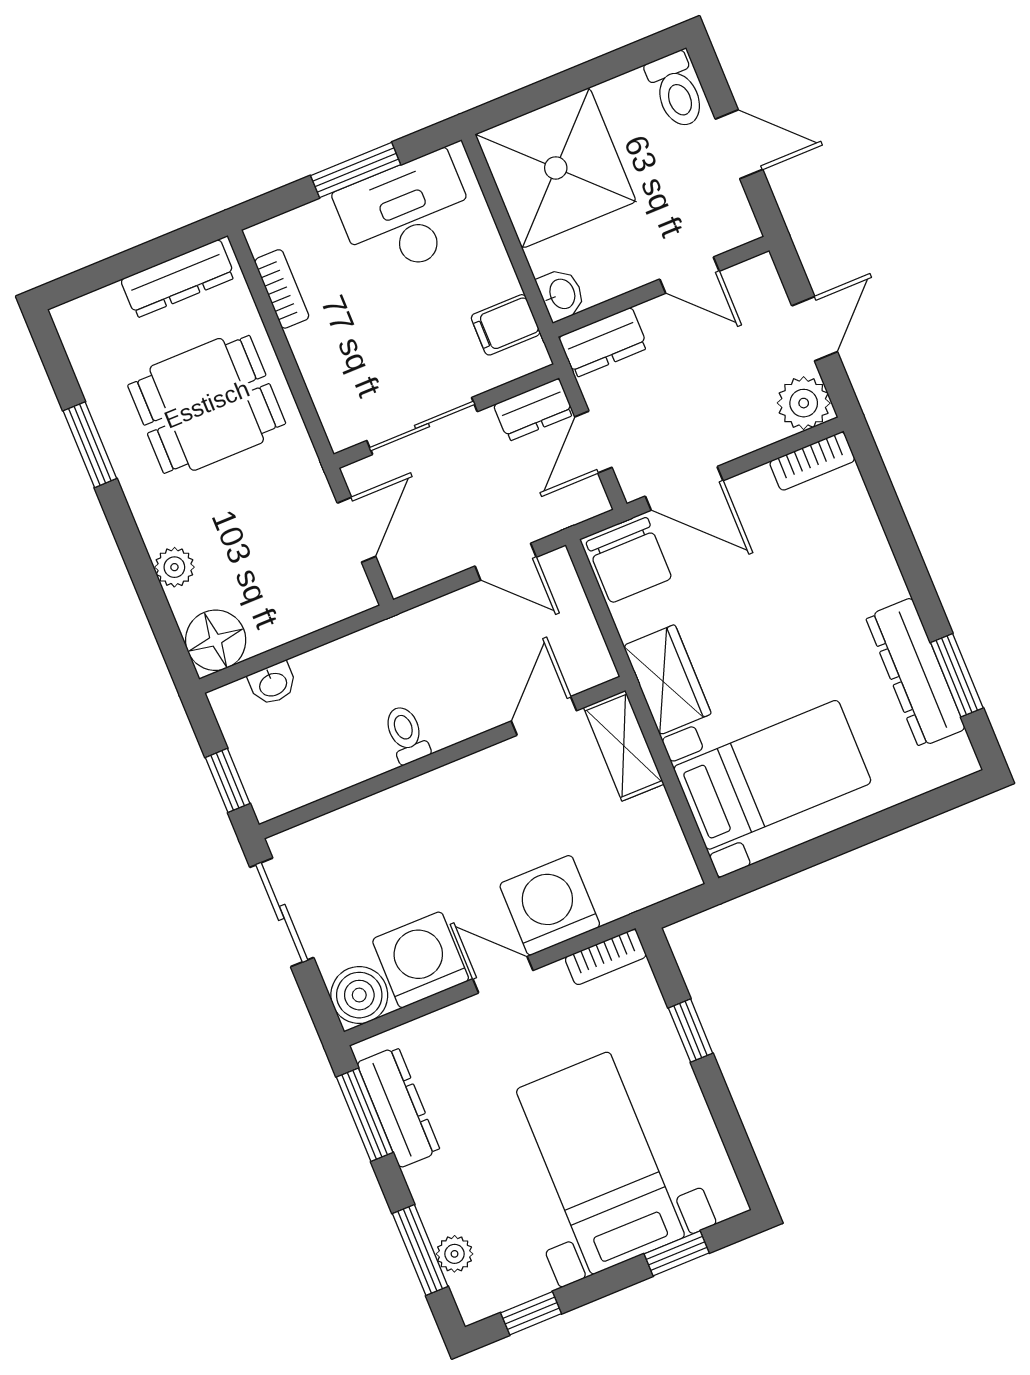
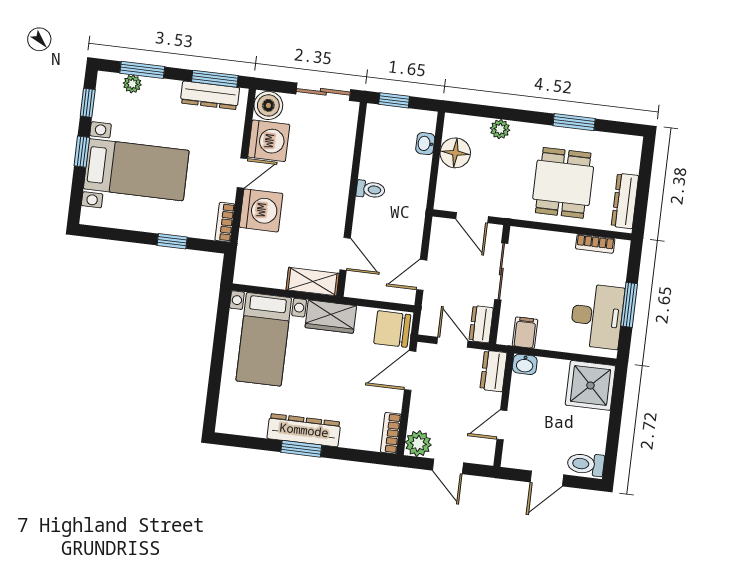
shower: (556, 168) -> (590, 385), width x0.73, depth x0.73
floor lamp: (216, 640) -> (455, 153), moved
dresser: (915, 673) -> (304, 430), moved
window: (957, 675) -> (301, 449), moved
window: (677, 1253) -> (82, 152), moved

